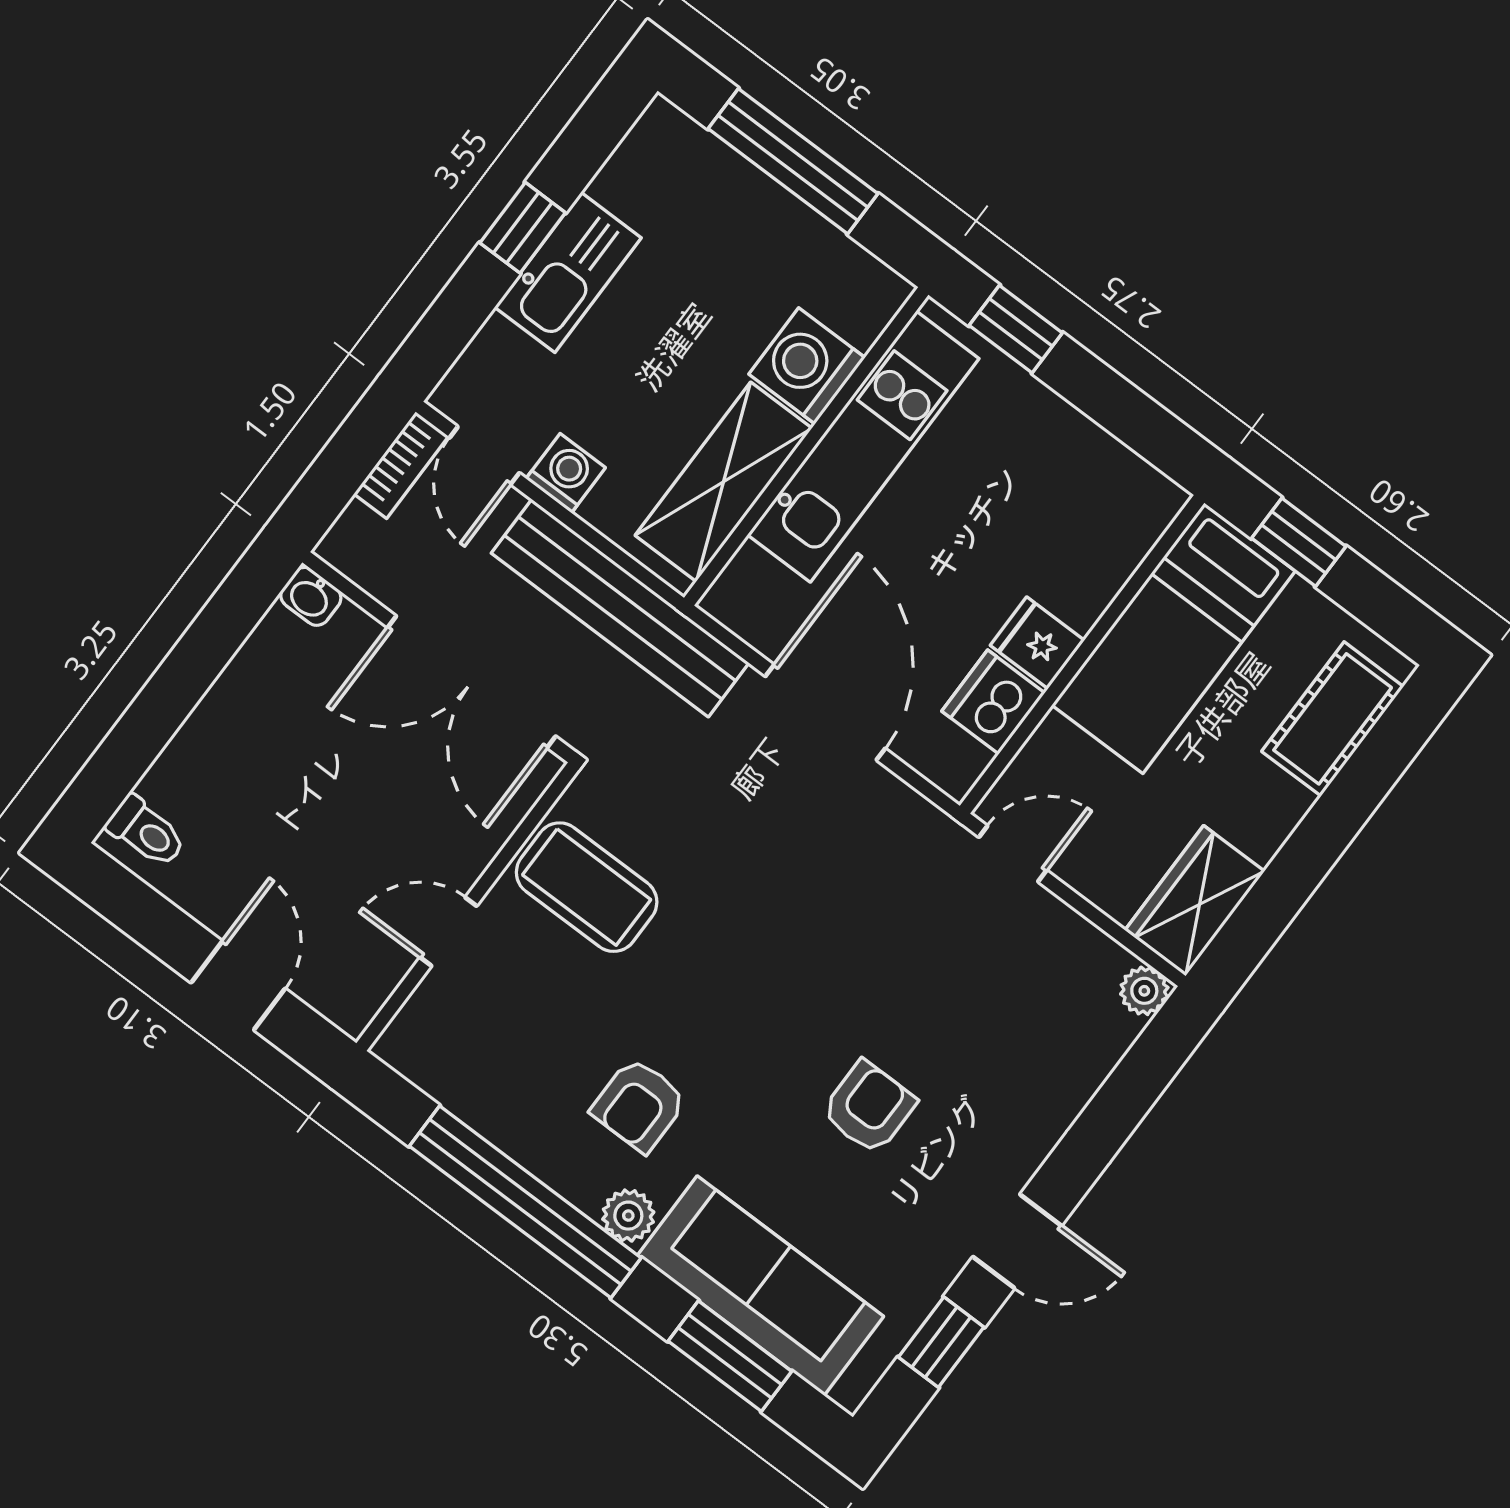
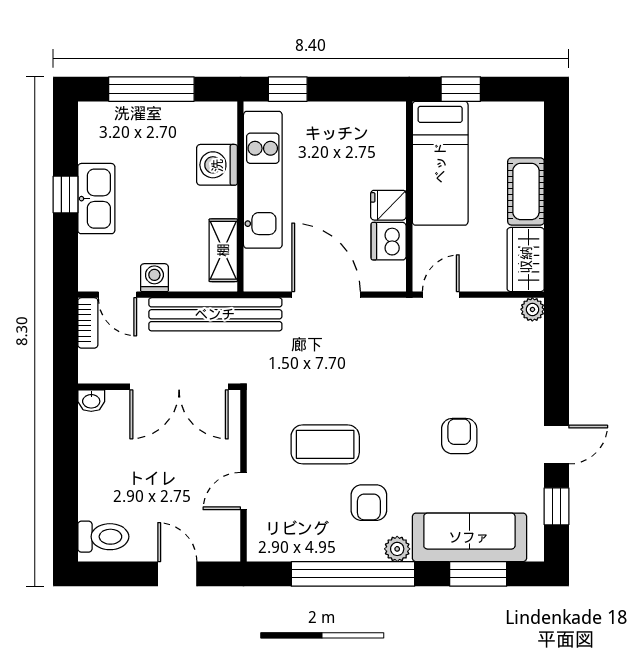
shelving: (723, 482) -> (223, 250), width x0.67, depth x0.75
cot: (1333, 719) -> (526, 191), moved
toilet: (146, 832) -> (103, 537), width x1.37, depth x1.39
coffee table: (587, 887) -> (325, 444), moved

